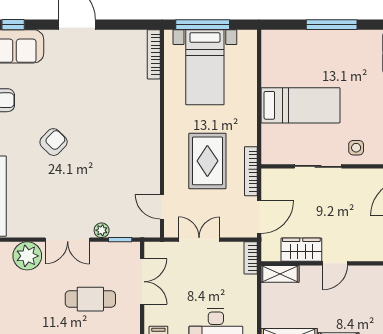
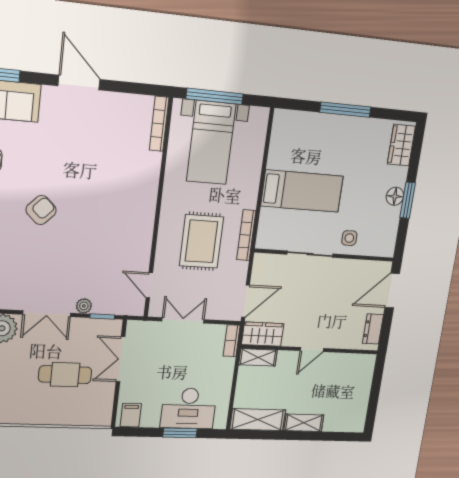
bookcase: (251, 171) -> (246, 235), moved
wardrobe: (301, 250) -> (263, 334), moved
double door: (142, 282) -> (120, 359), swing flipped

